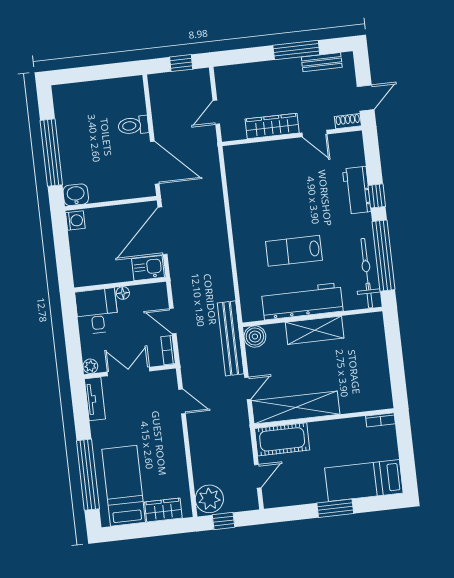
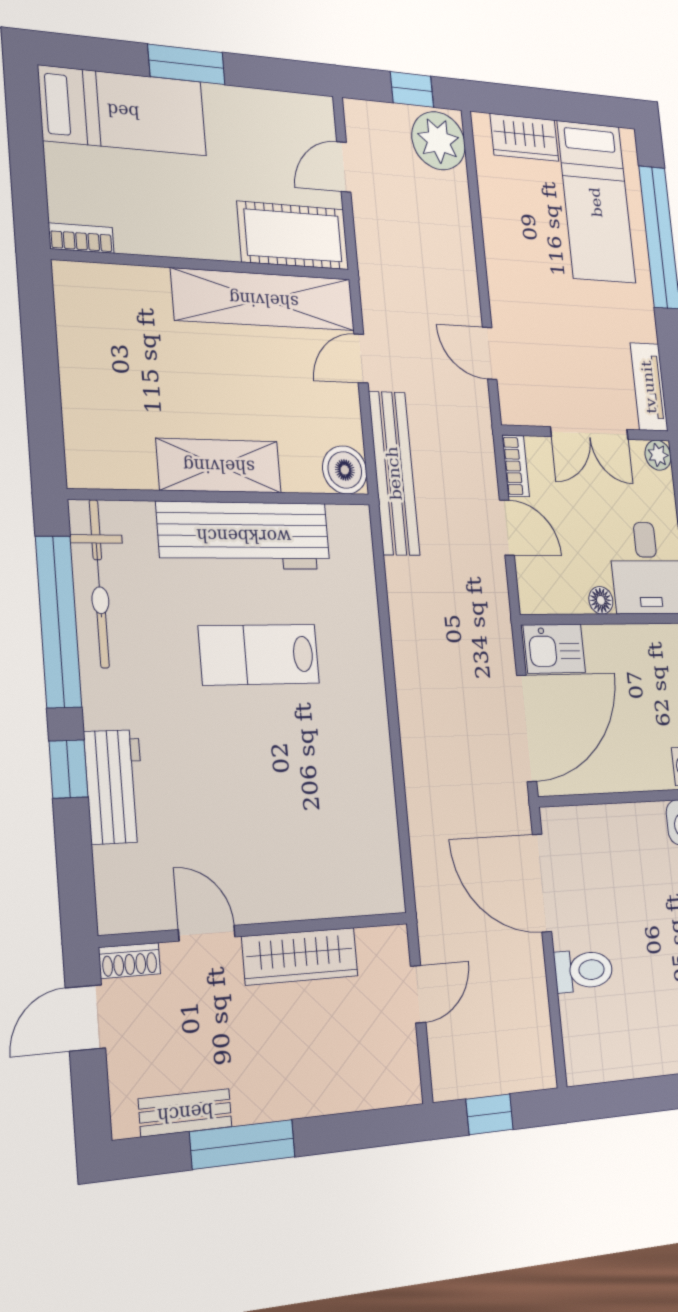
lab bench: (294, 251) -> (259, 655), turned 180

